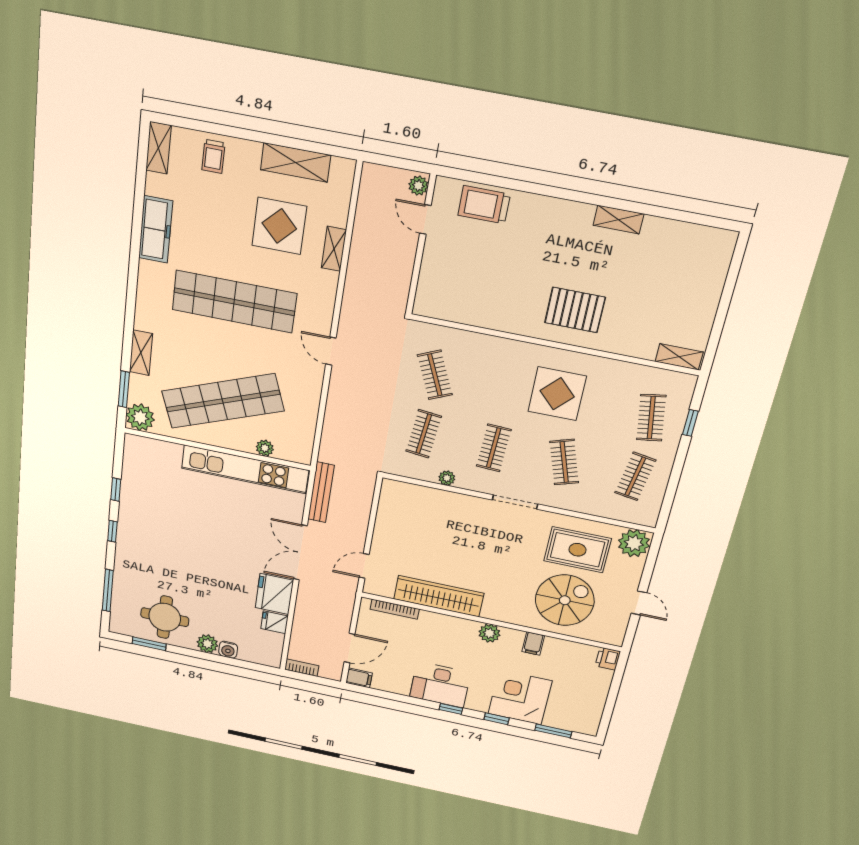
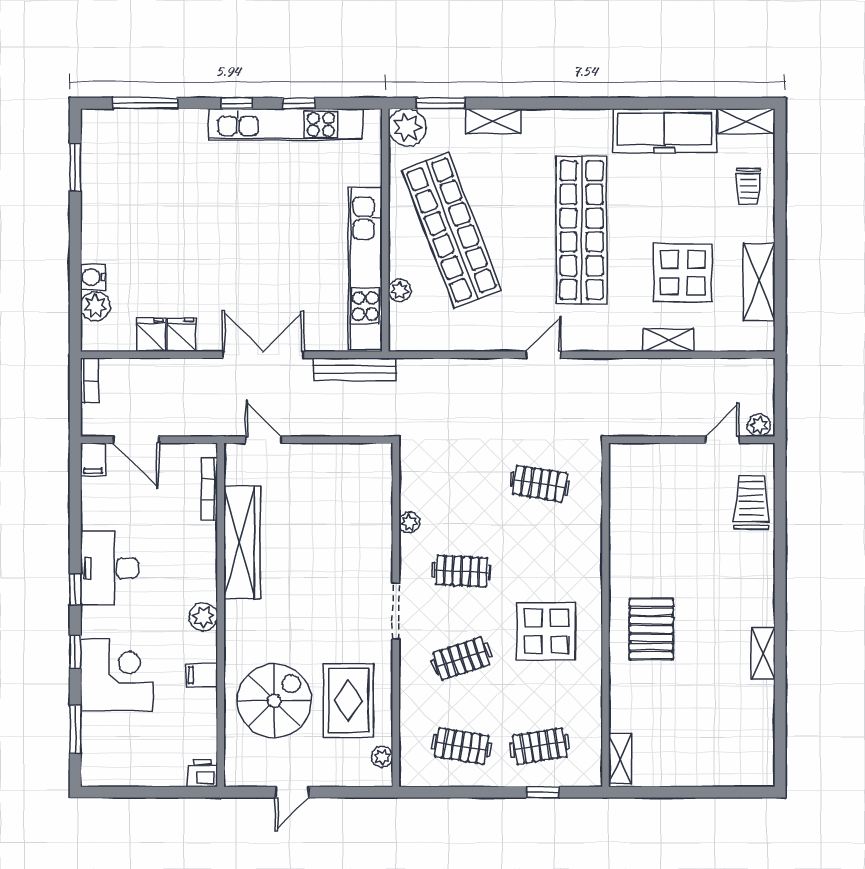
trolley: (213, 156) -> (748, 186), turned -90
freezer: (156, 229) -> (665, 131), width x1.36, depth x1.26
clothes rail: (435, 375) -> (540, 484), turned 33
clothes rail: (424, 434) -> (462, 484), removed
kitchen unit: (131, 502) -> (286, 124), added
plant: (634, 543) -> (382, 757), width x0.53, depth x0.53
fridge: (274, 594) -> (182, 335), width x0.53, depth x0.75
spiral stairs: (565, 600) -> (274, 701), turned -90
round table: (165, 617) -> (123, 185), removed
plant: (207, 644) -> (95, 306), moved

